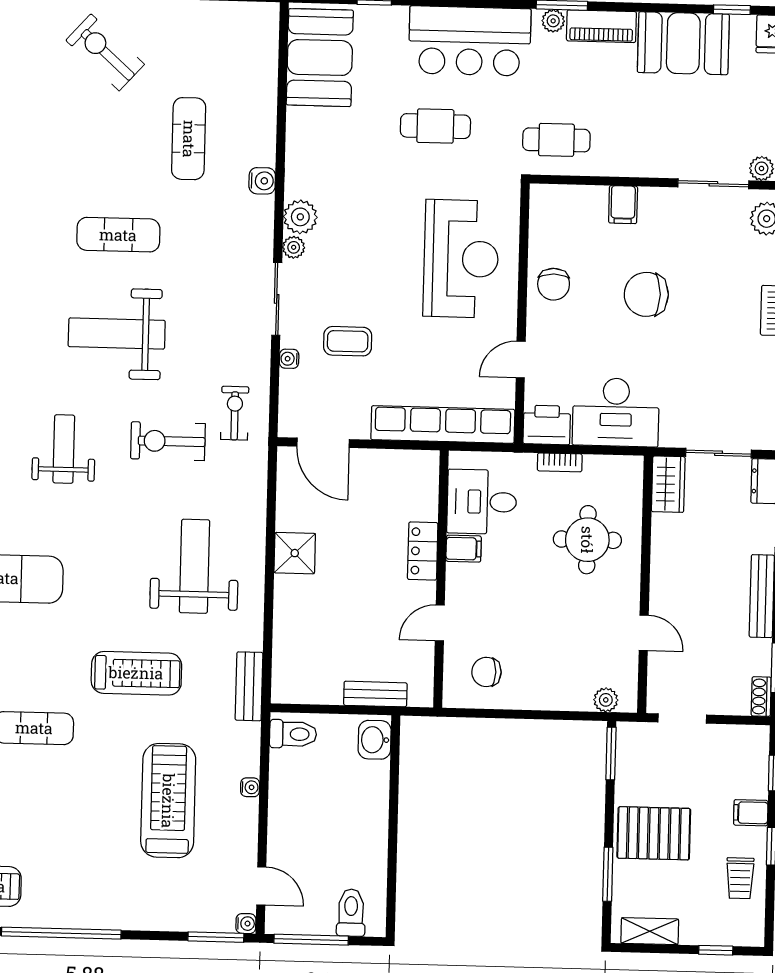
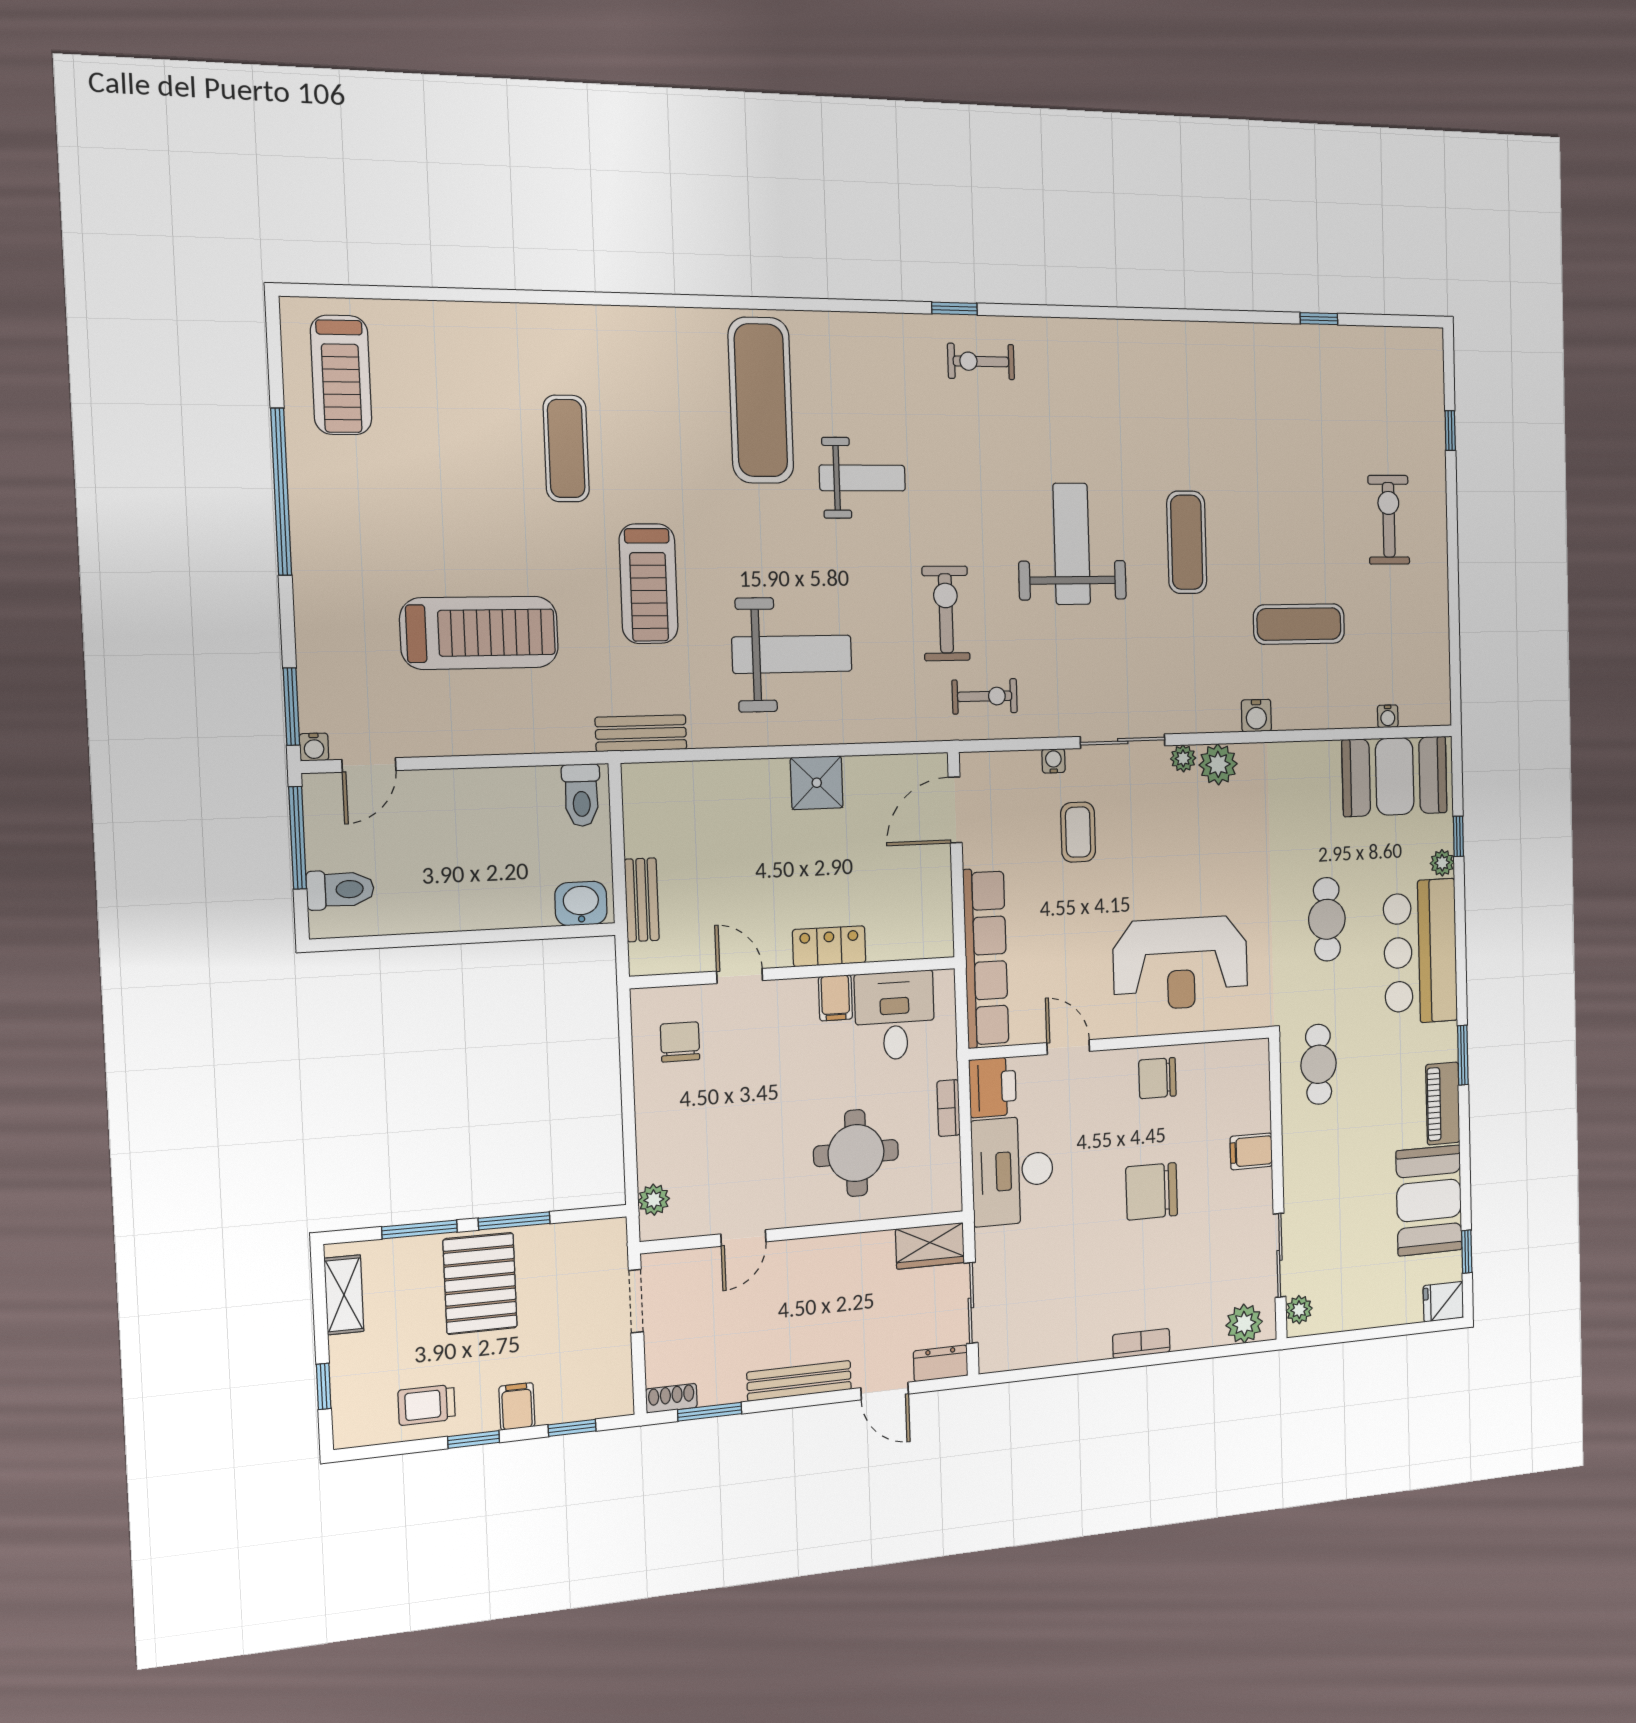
plant: (553, 21) -> (1442, 863), moved
exercise bike: (105, 52) -> (1389, 520), turned -42
chair: (646, 294) -> (1152, 1191), turned -90
weight bench: (64, 449) -> (862, 478), moved
window: (611, 753) -> (514, 1221), moved
water cooler: (250, 787) -> (1388, 716), moved

